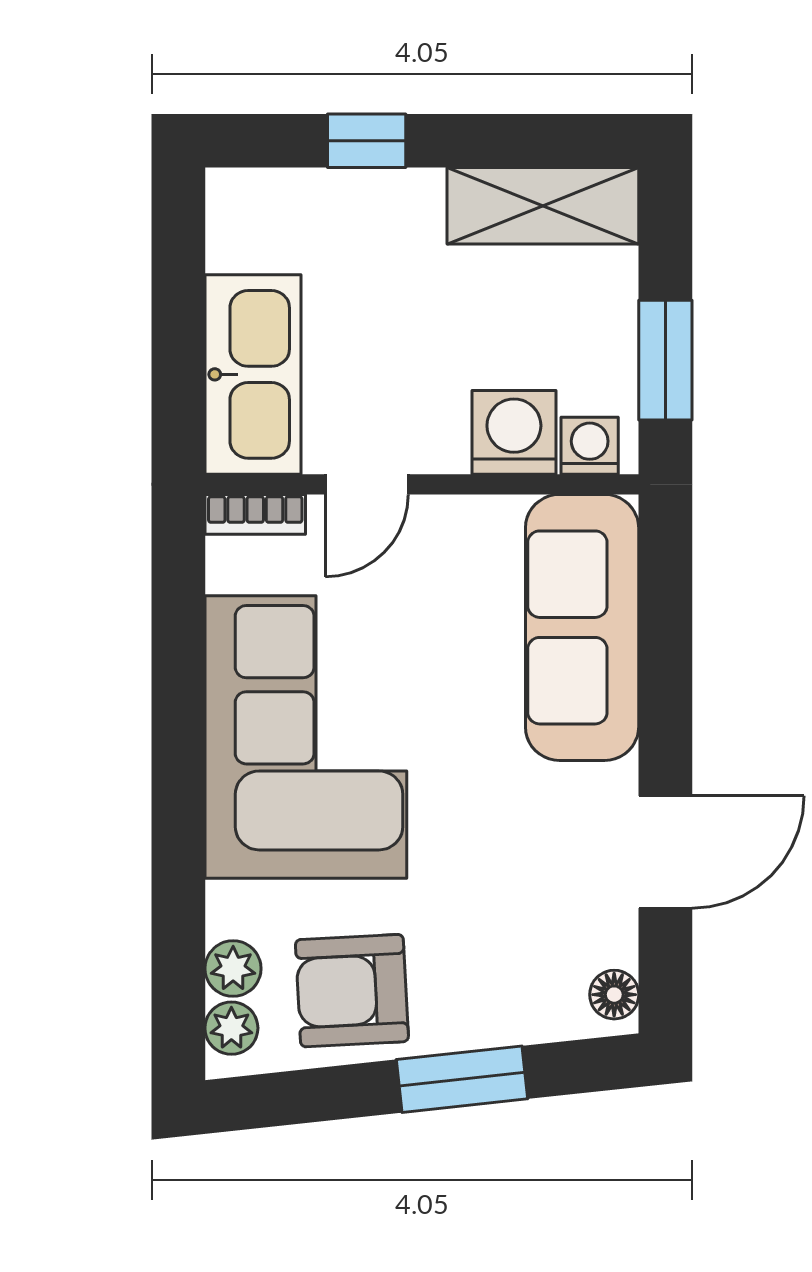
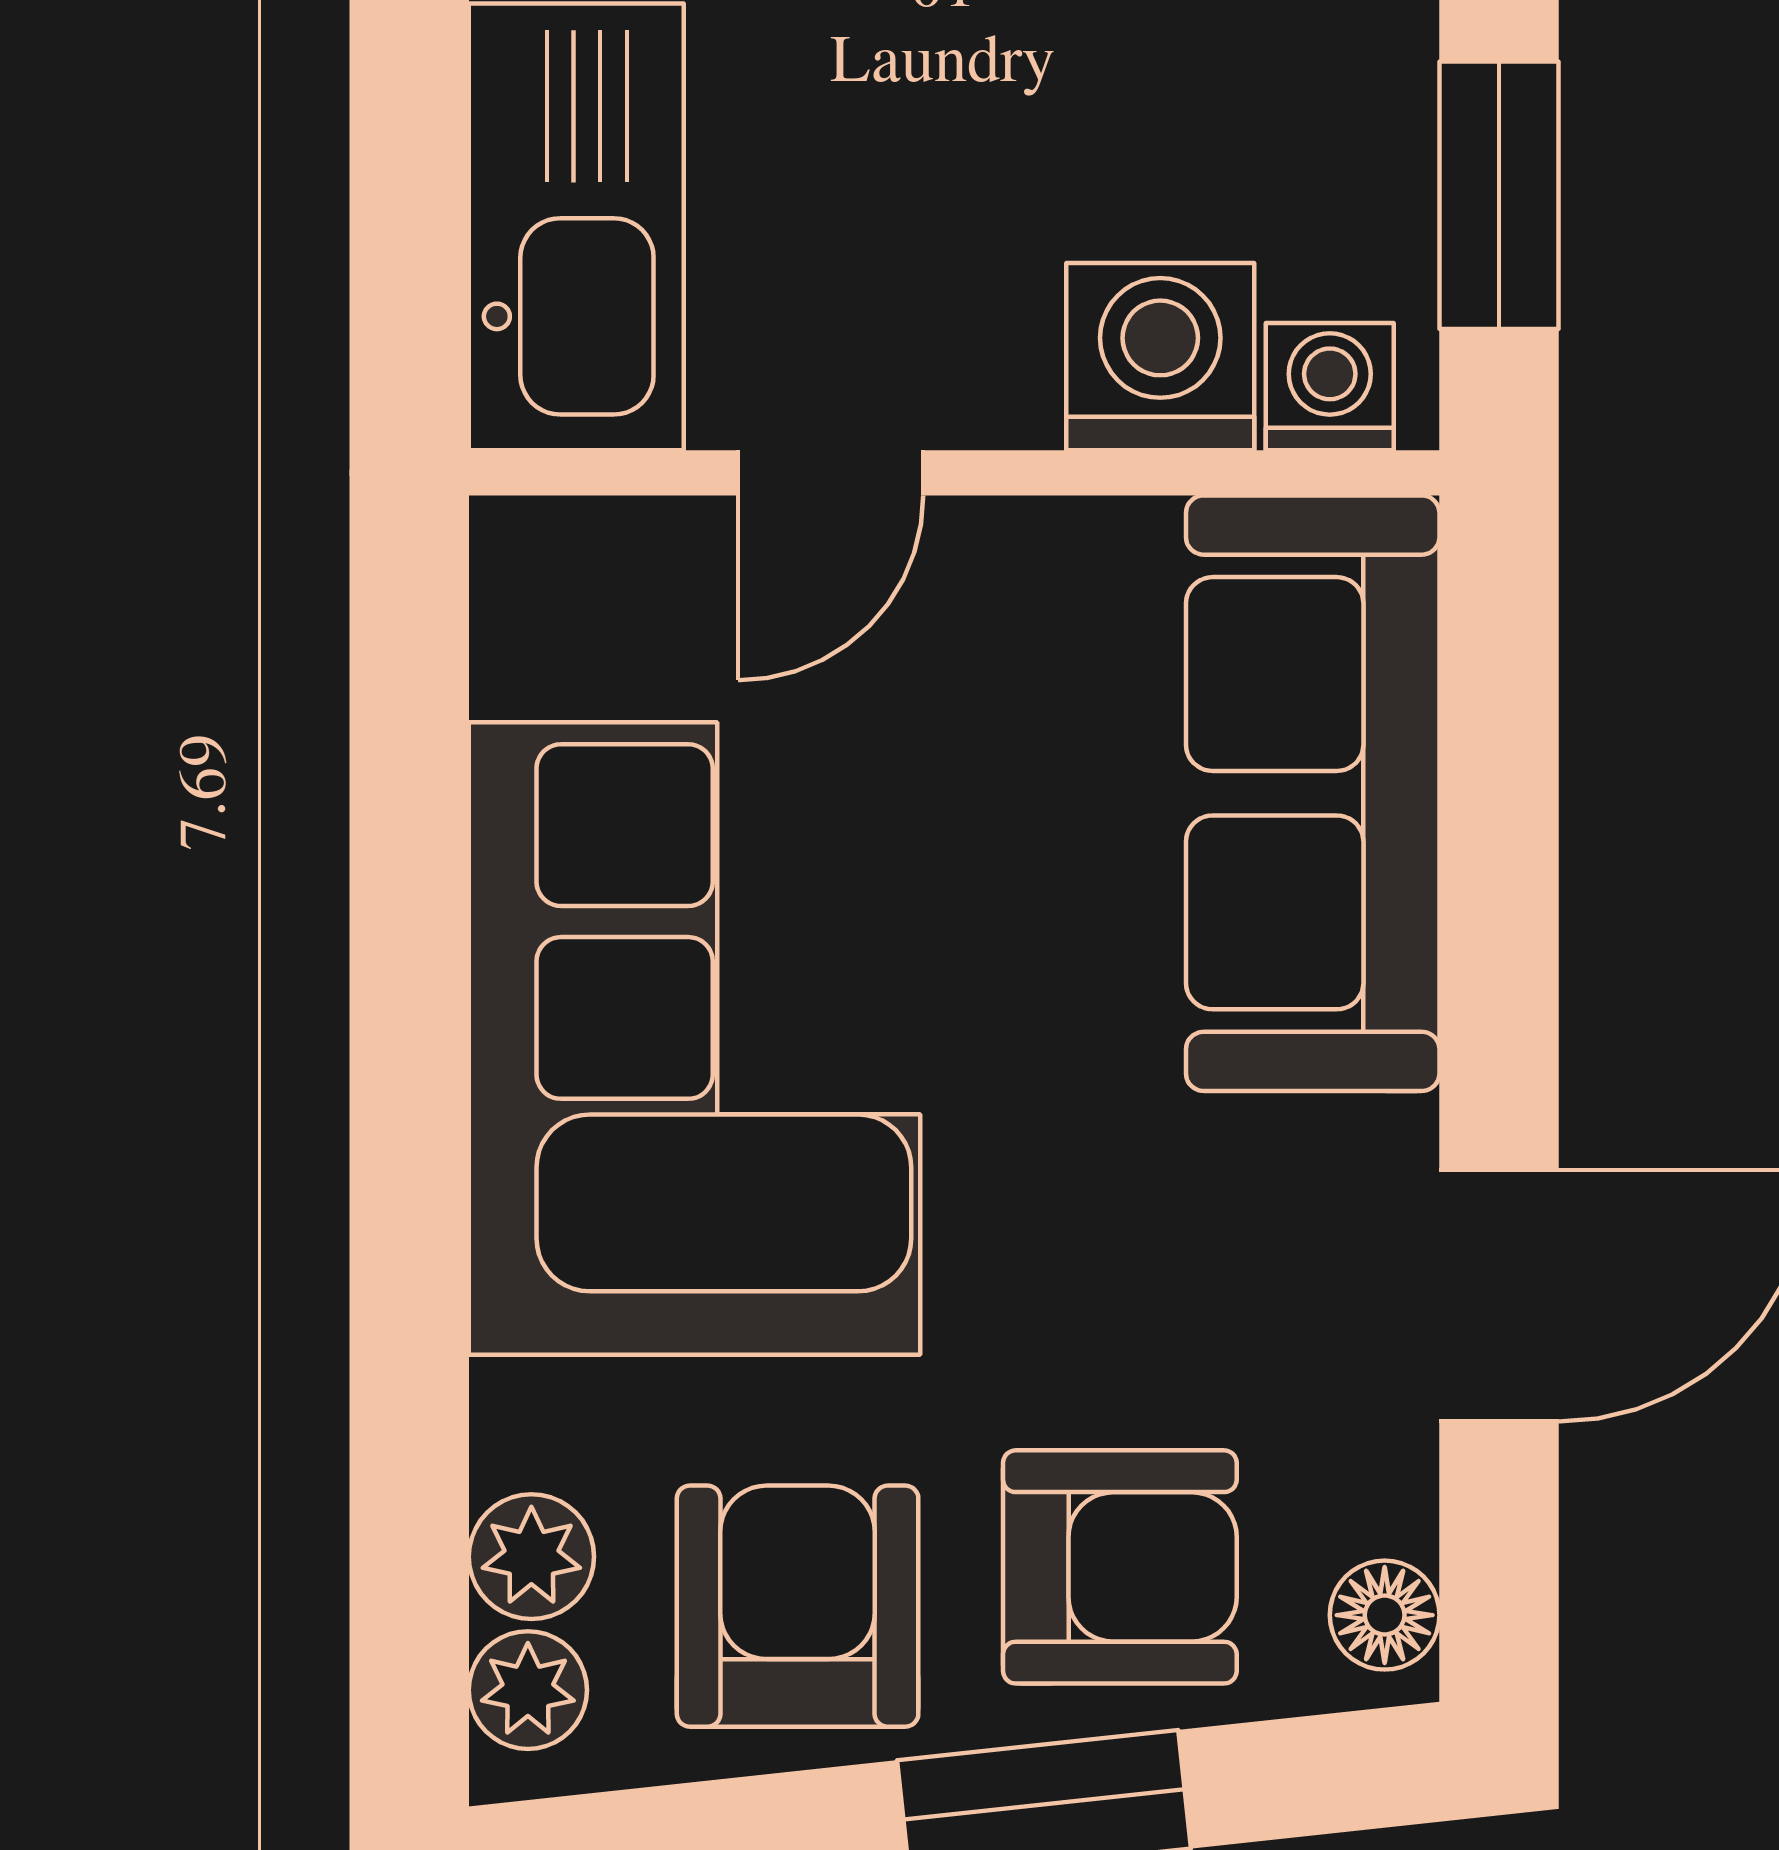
bookcase: (255, 514) -> (581, 540), removed
armchair: (496, 973) -> (1120, 1567), added
armchair: (352, 991) -> (798, 1606), turned 93

